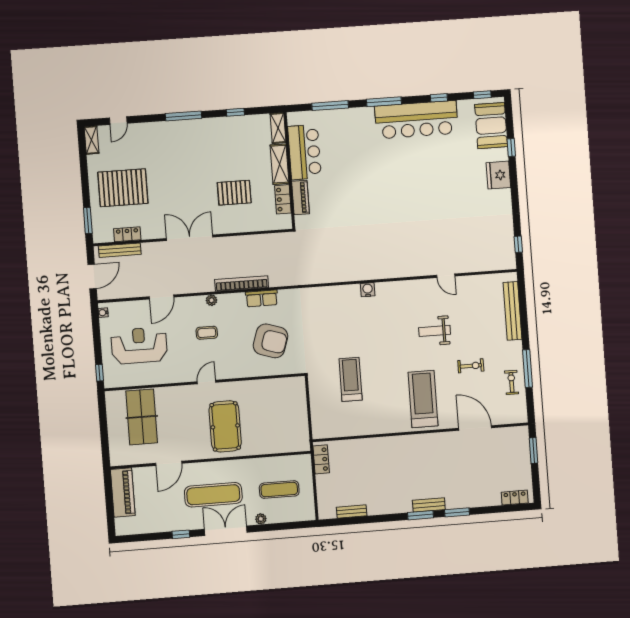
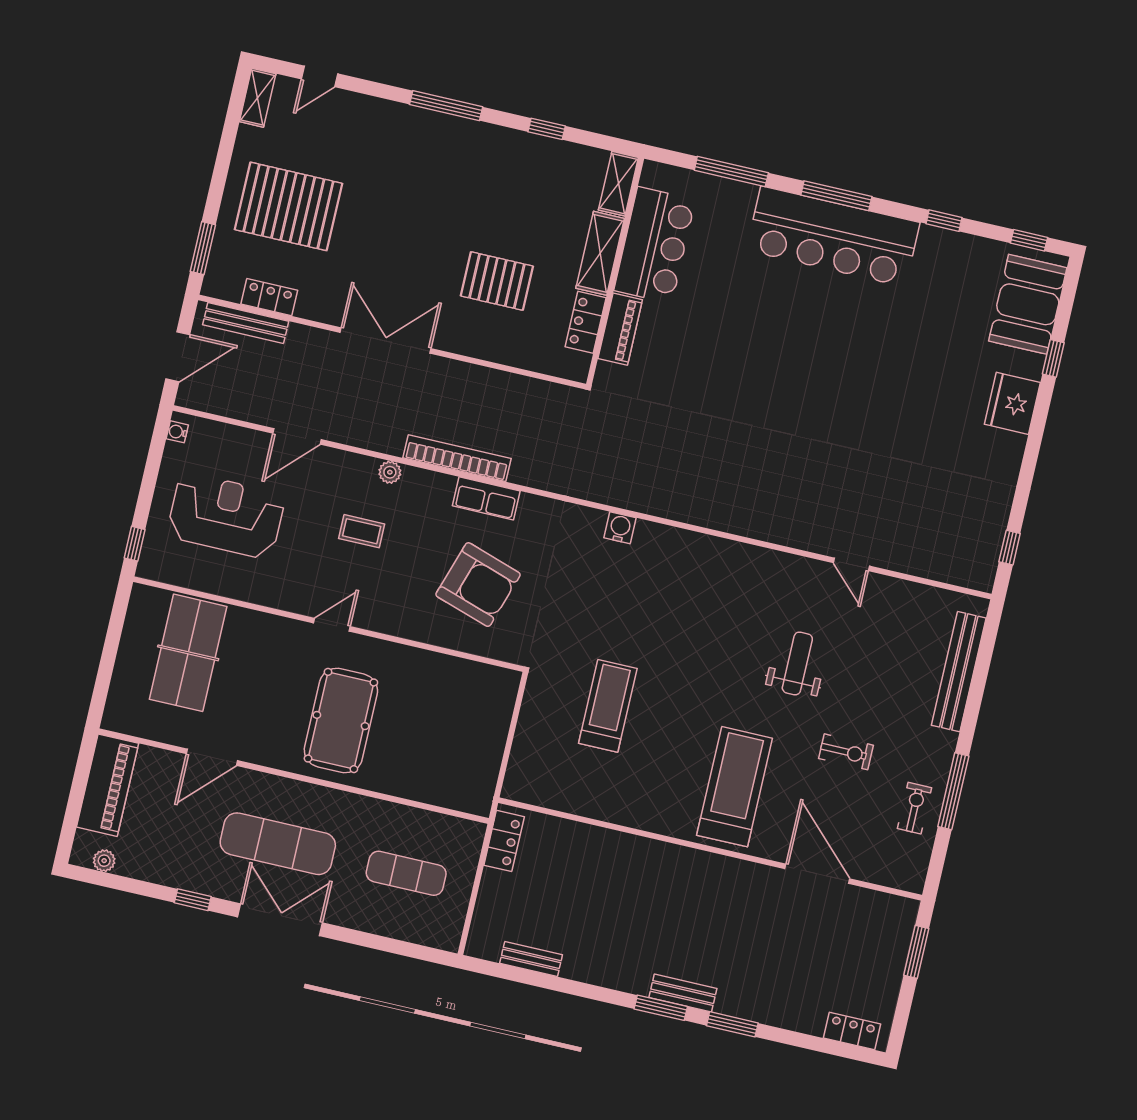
bar counter: (416, 120) -> (833, 236), moved
water cooler: (368, 290) -> (620, 528), moved
weight bench: (435, 331) -> (797, 663), turned 90
plant: (261, 519) -> (104, 861), moved

